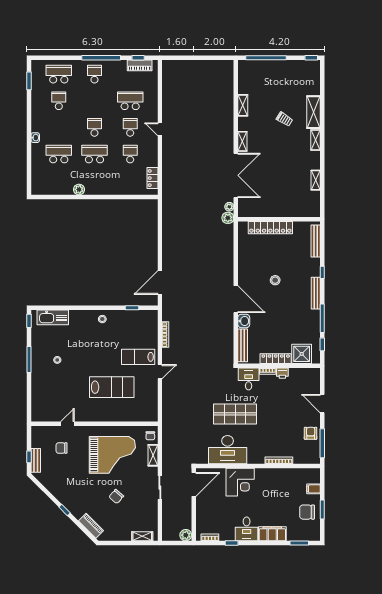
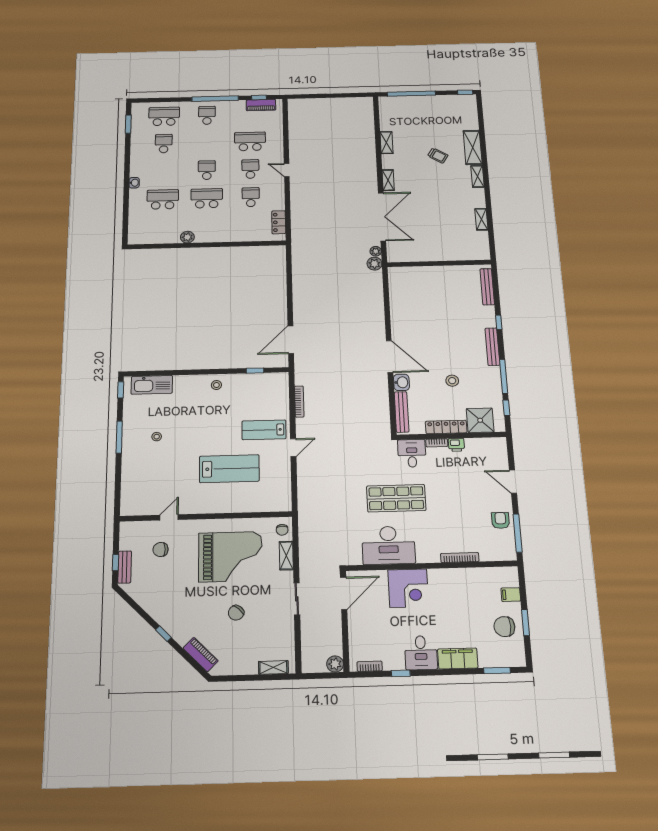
locker: (270, 228) -> (429, 273), removed
stool: (275, 280) -> (452, 381), moved

